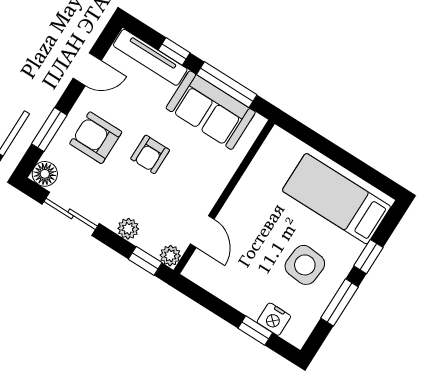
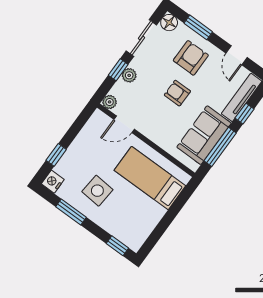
bed: (336, 199) -> (150, 178), moved, turned -90
window: (368, 257) -> (117, 246), moved
window: (145, 261) -> (118, 70), moved
nightstand: (274, 319) -> (53, 182), moved

